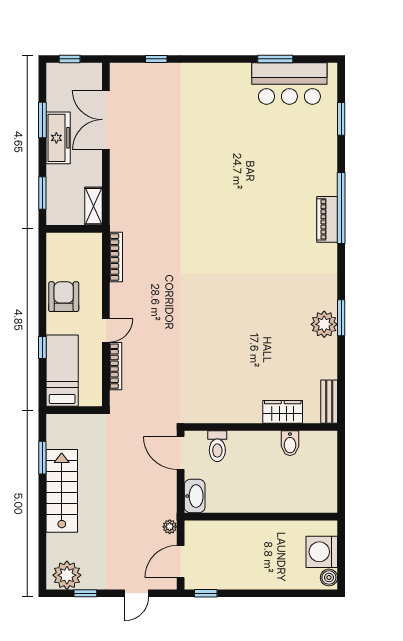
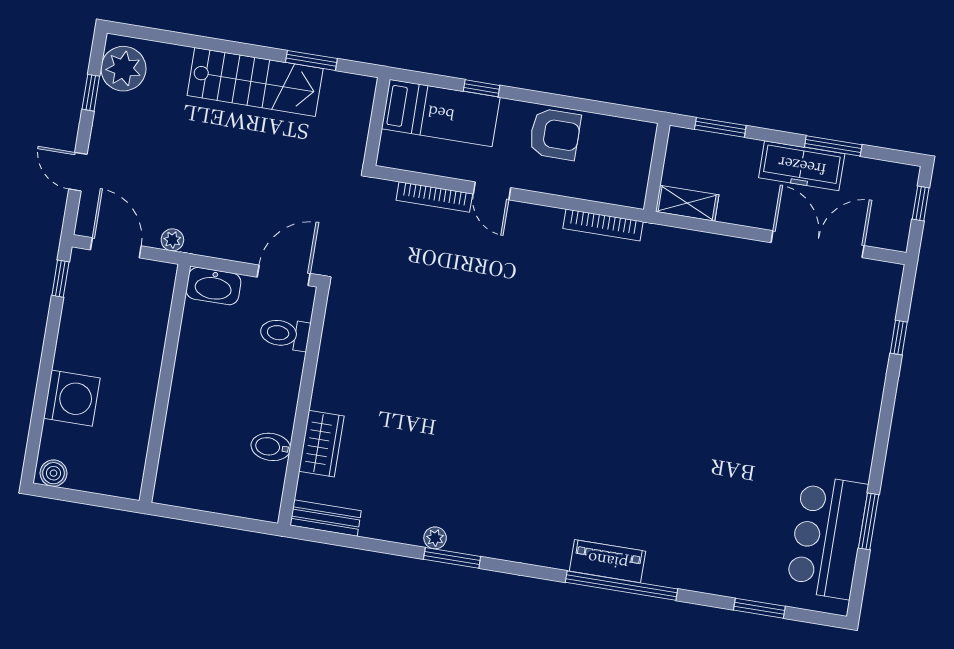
plant: (324, 324) -> (435, 538), width x0.53, depth x0.53
washing machine: (322, 552) -> (72, 398), moved, turned 90

